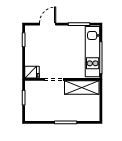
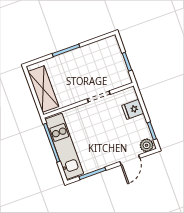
plant: (31, 30) -> (147, 145), added
fridge: (32, 72) -> (133, 109), moved
shelving: (82, 87) -> (43, 89), moved, turned 90

